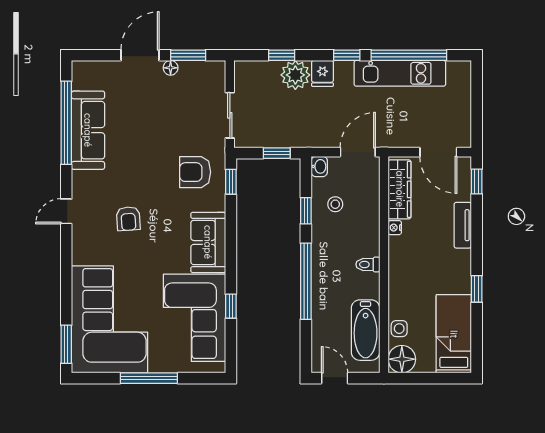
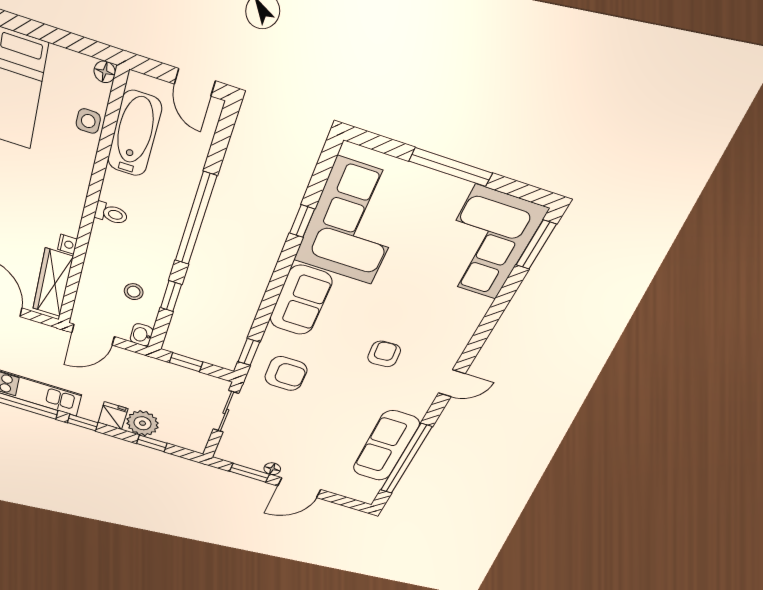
corner sofa: (110, 319) -> (486, 243), width x0.73, depth x0.74
floor lamp: (402, 359) -> (105, 72), width x0.53, depth x0.53

